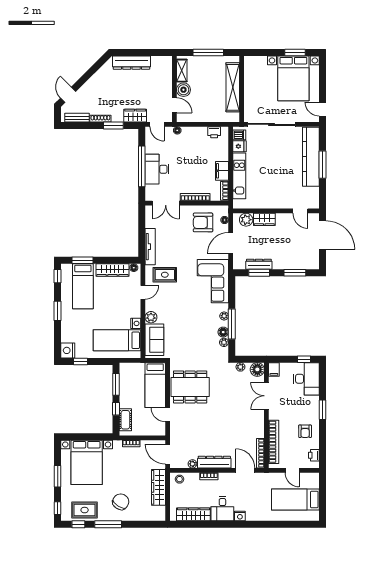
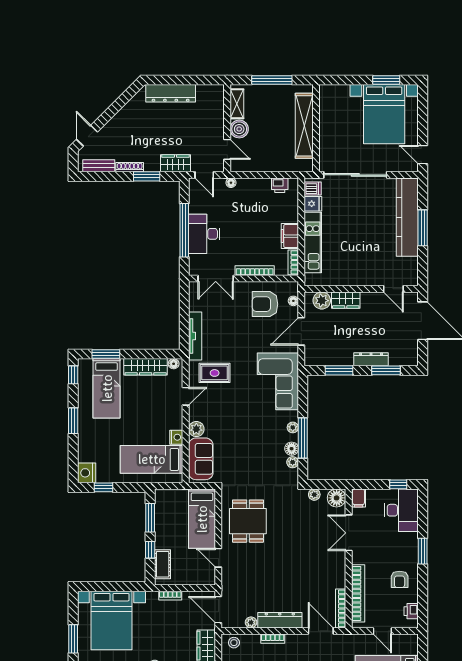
dresser: (259, 264) -> (371, 359), moved
dining table: (190, 387) -> (248, 521), width x0.73

